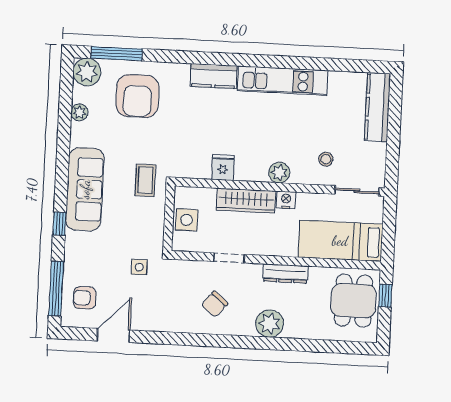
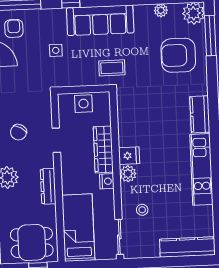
fridge: (223, 167) -> (129, 156), moved
side table: (139, 267) -> (56, 50), moved
chair: (215, 304) -> (19, 132), turned -99

